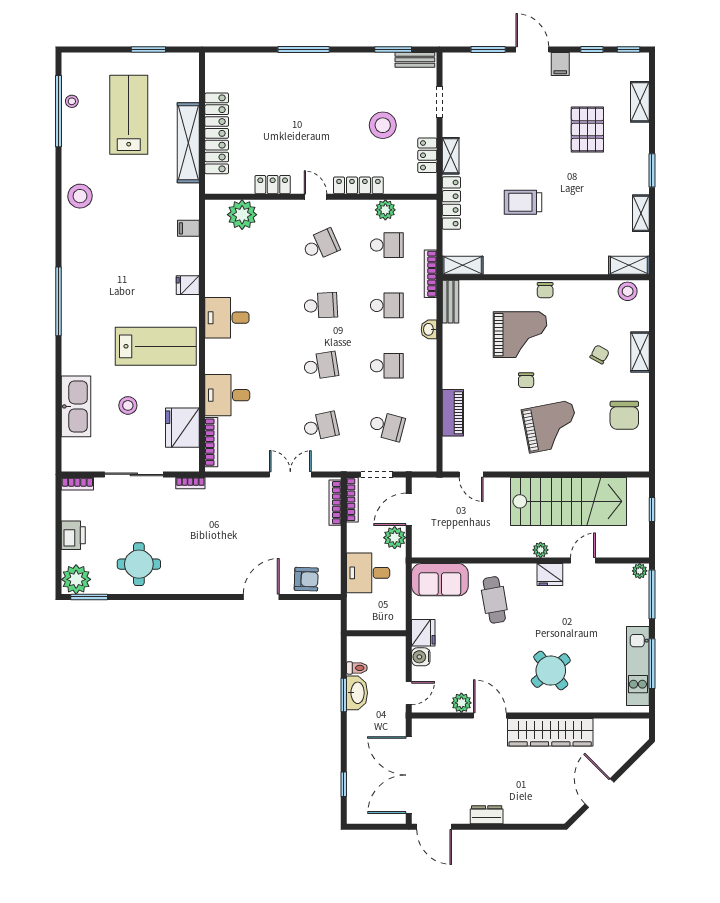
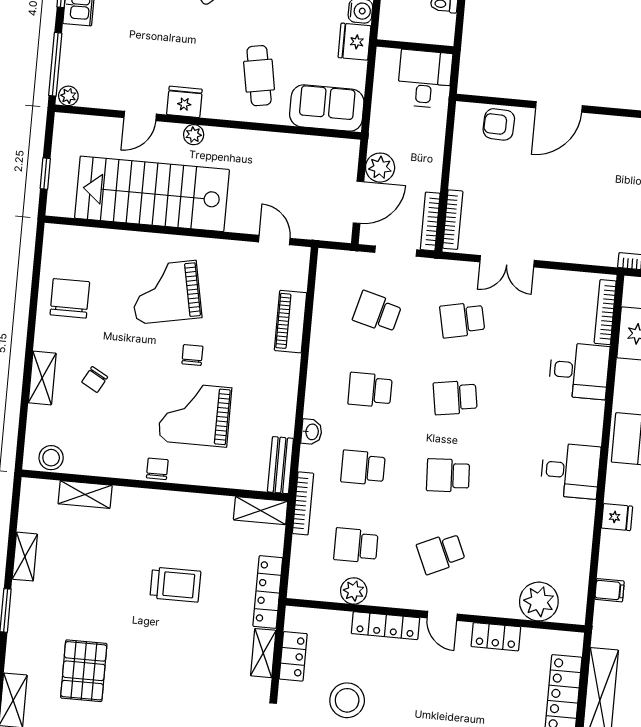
shelving: (629, 265) -> (85, 495), moved
desk: (368, 573) -> (425, 79), moved, turned -90

